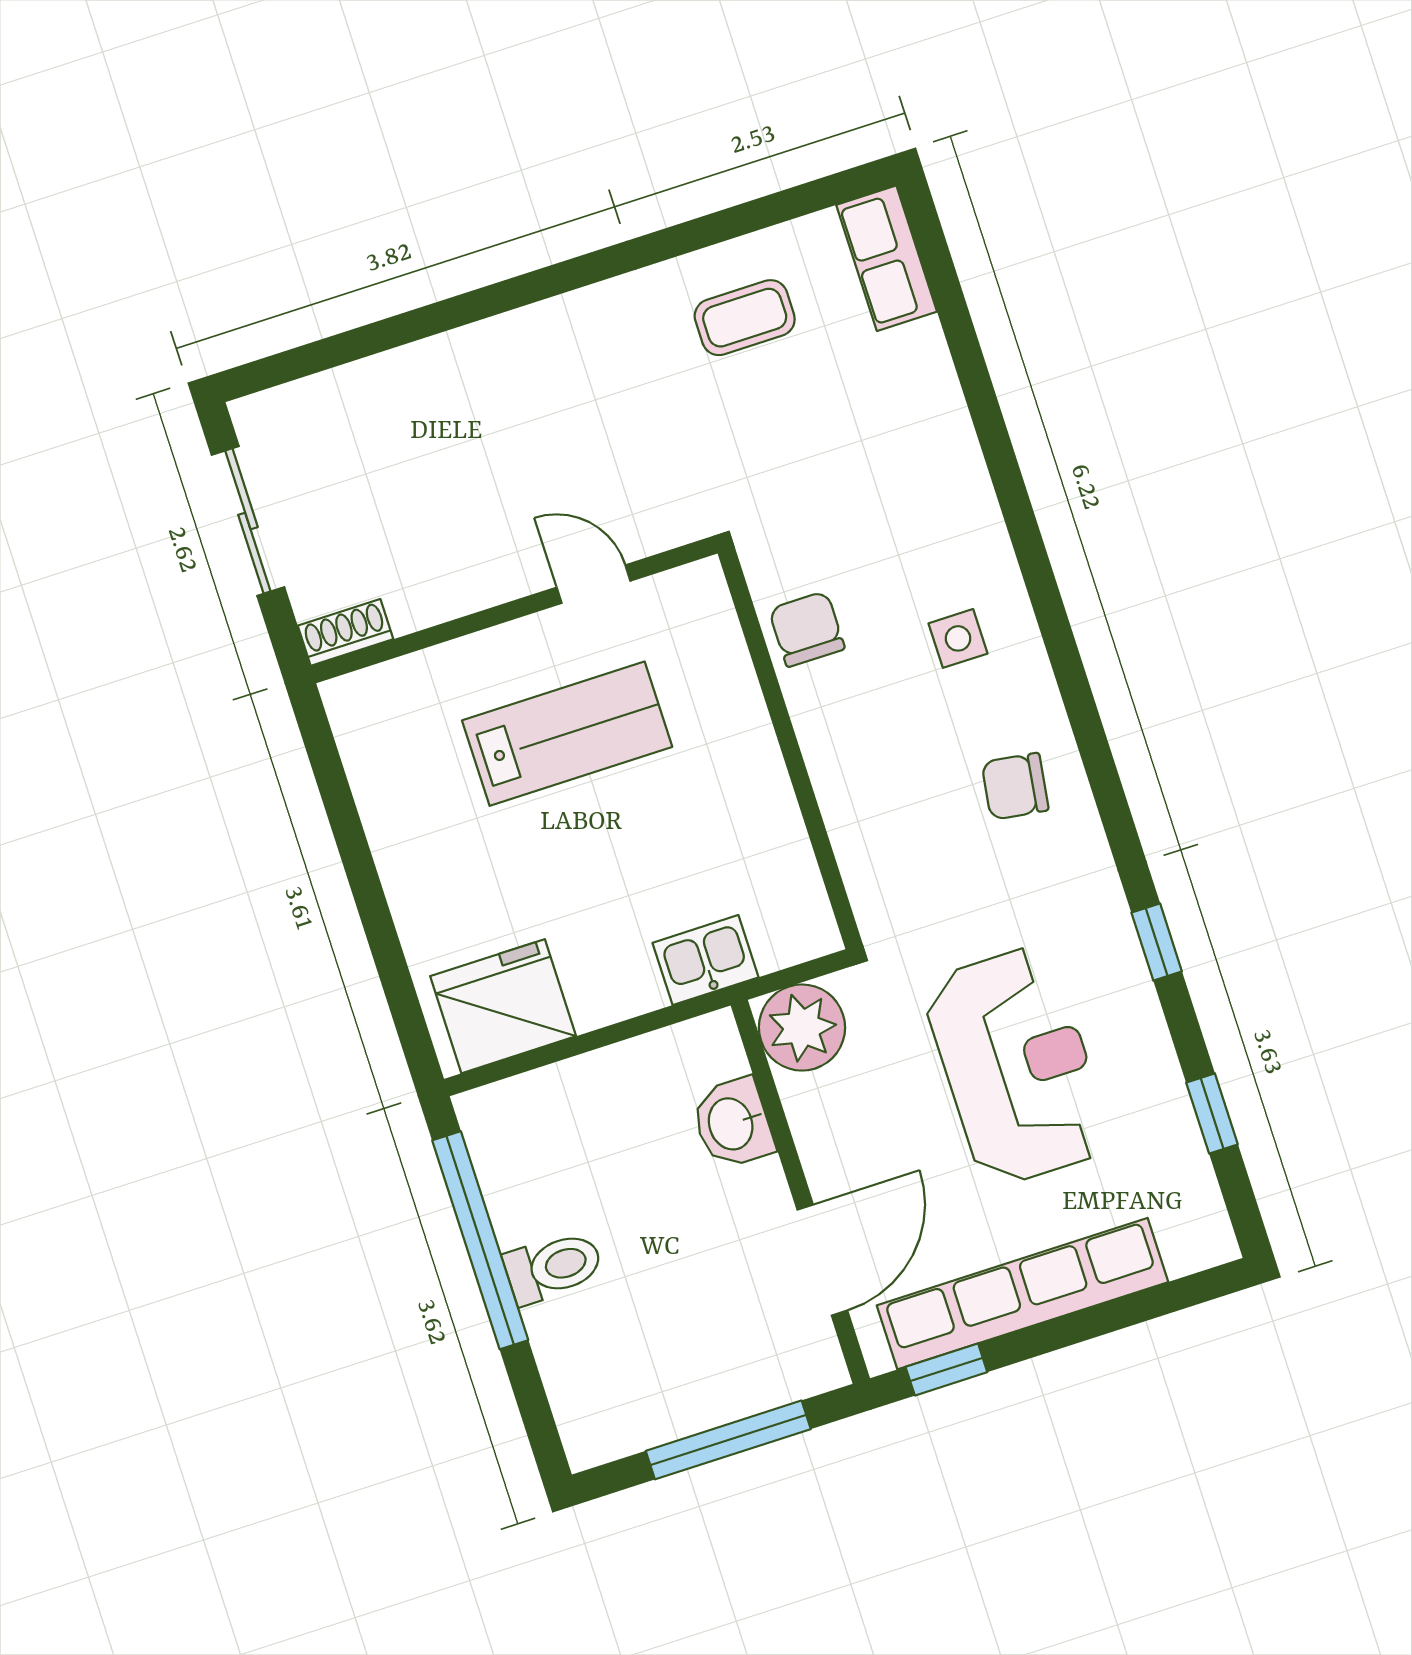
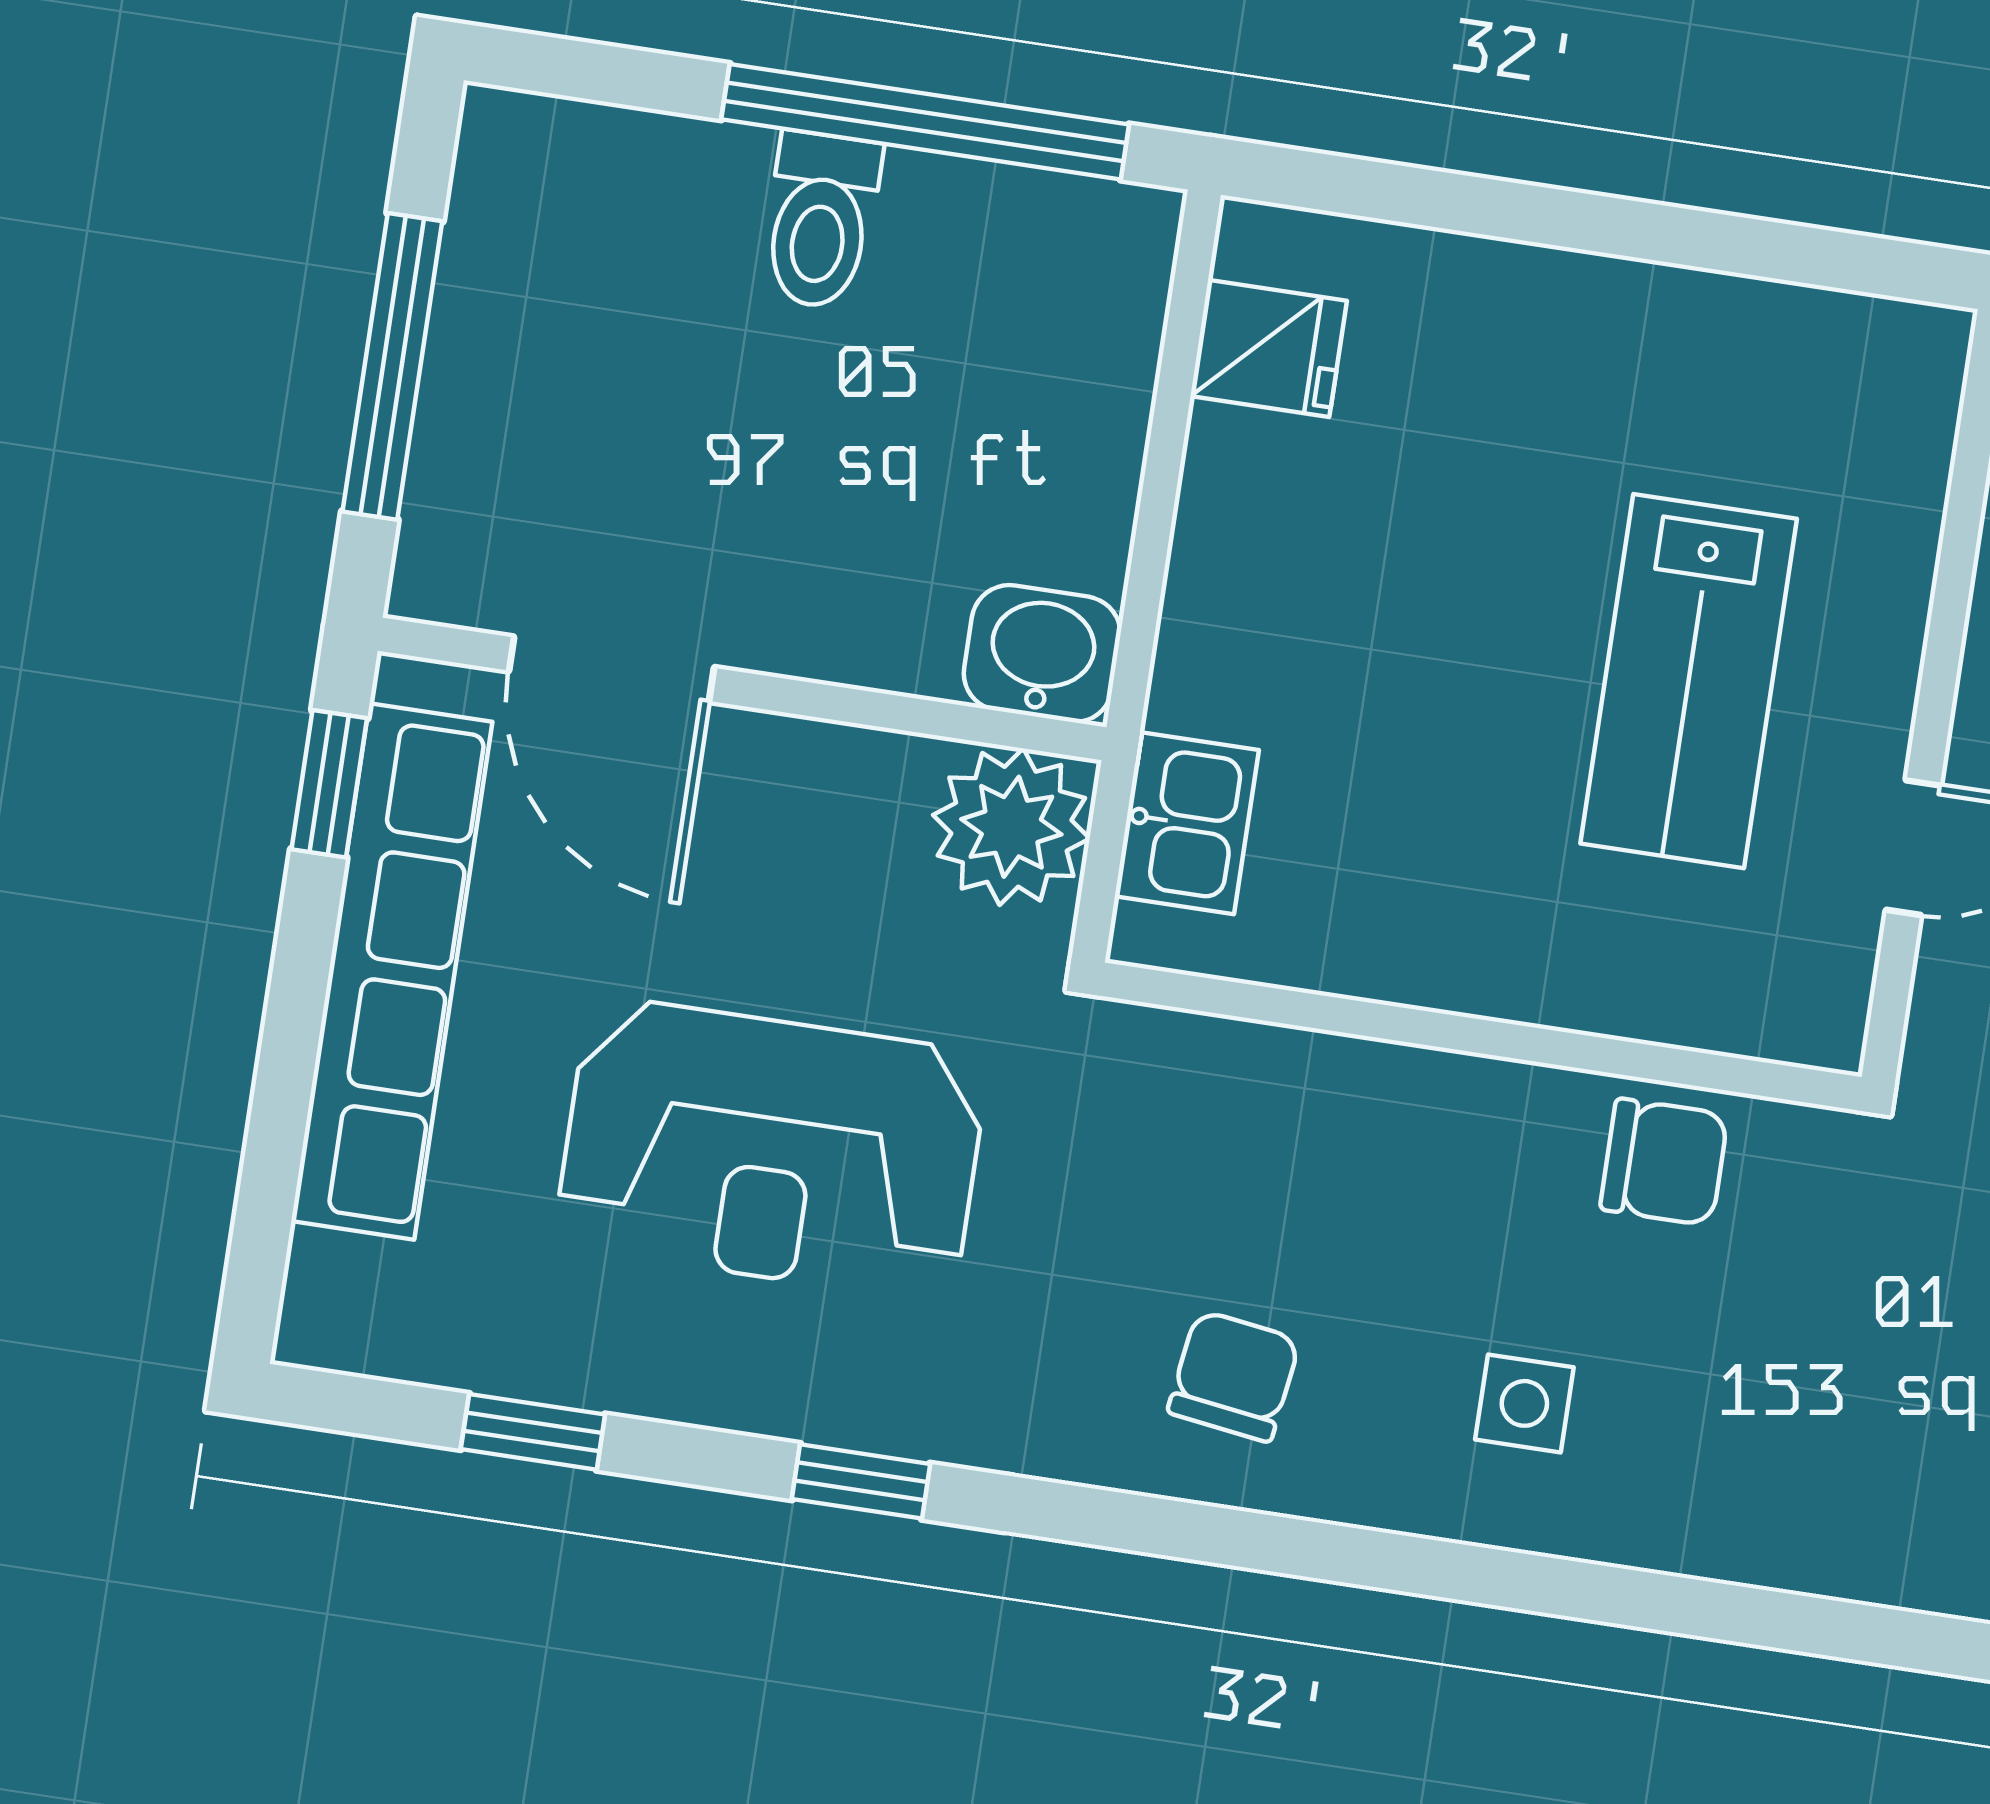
kitchen sink: (705, 960) -> (1187, 823), moved
fridge: (503, 1006) -> (1269, 348), width x0.53, depth x0.75
washbasin: (733, 1123) -> (1042, 653), moved

